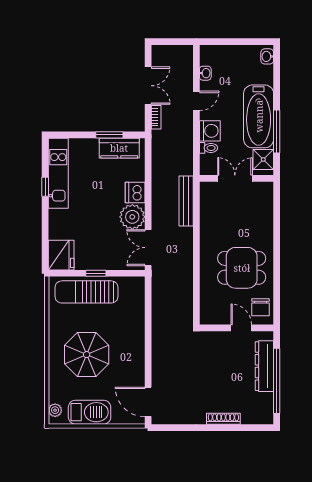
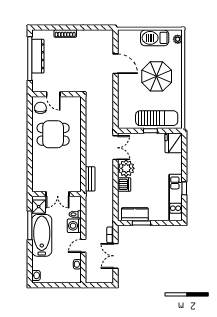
bench: (186, 201) -> (90, 179), width x0.73
dresser: (264, 366) -> (38, 56), moved
door: (148, 402) -> (116, 64), moved

